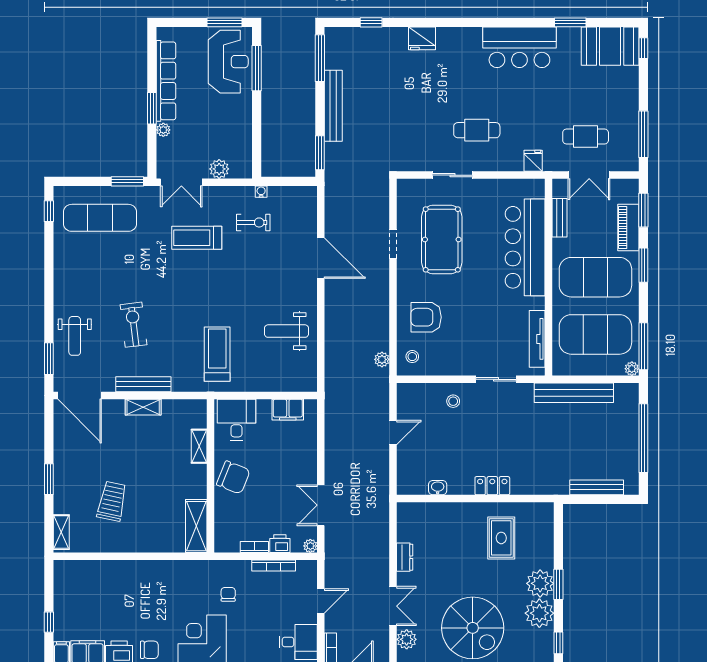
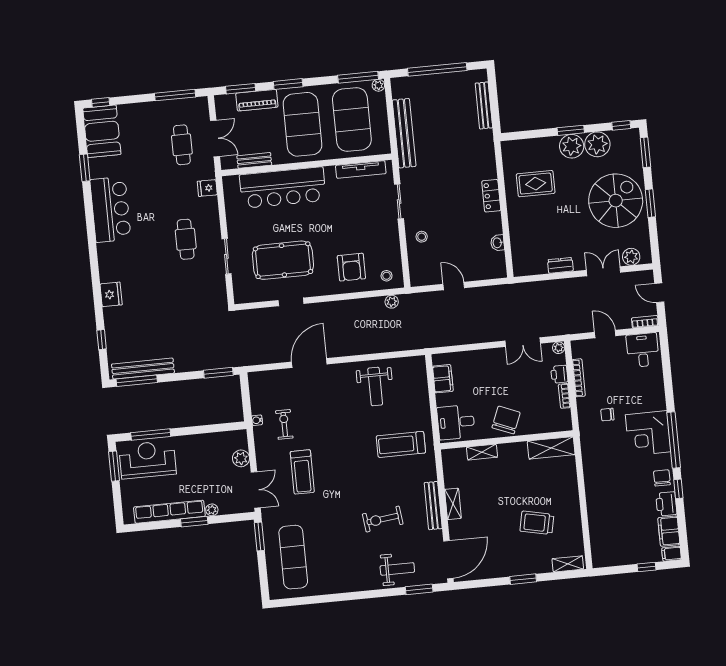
bench: (333, 106) -> (143, 369), moved
window: (49, 211) -> (292, 602), removed

